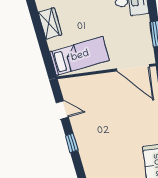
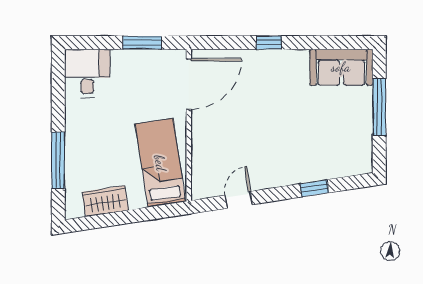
window: (72, 143) -> (314, 188), moved

